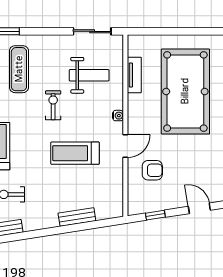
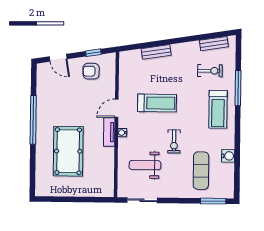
tv unit: (134, 75) -> (109, 132), moved
pool table: (185, 91) -> (68, 151), width x0.73, depth x0.76
armchair: (152, 170) -> (91, 71), moved

